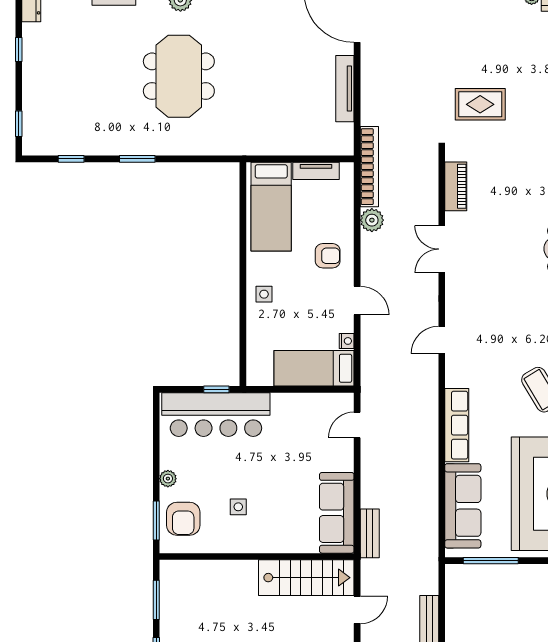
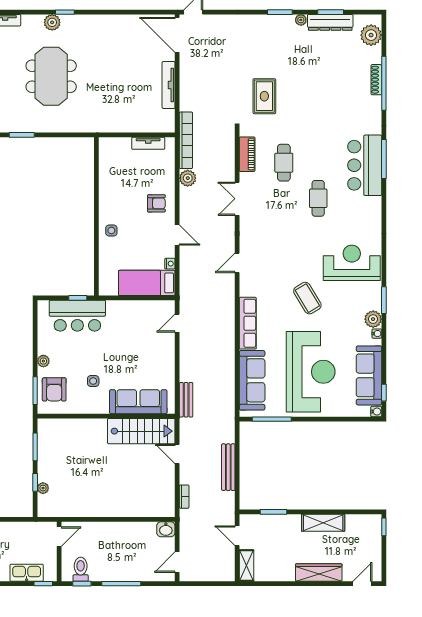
rug: (480, 104) -> (264, 96), turned 90
cafe table: (508, 198) -> (284, 163), added
bed: (271, 207) -> (116, 169), removed
bar counter: (216, 415) -> (77, 316), width x0.73
sofa: (337, 513) -> (138, 402), moved, turned 90
door: (357, 610) -> (177, 454), swing flipped

